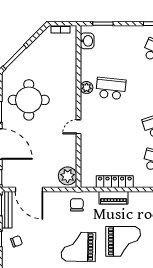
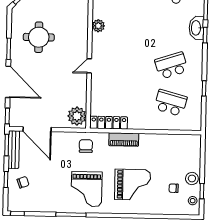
school desk: (111, 88) -> (123, 27), removed
round table: (29, 100) -> (39, 37), width x0.73, depth x0.73
locker: (115, 182) -> (109, 123), moved
grand piano: (78, 247) -> (87, 189), turned -91

